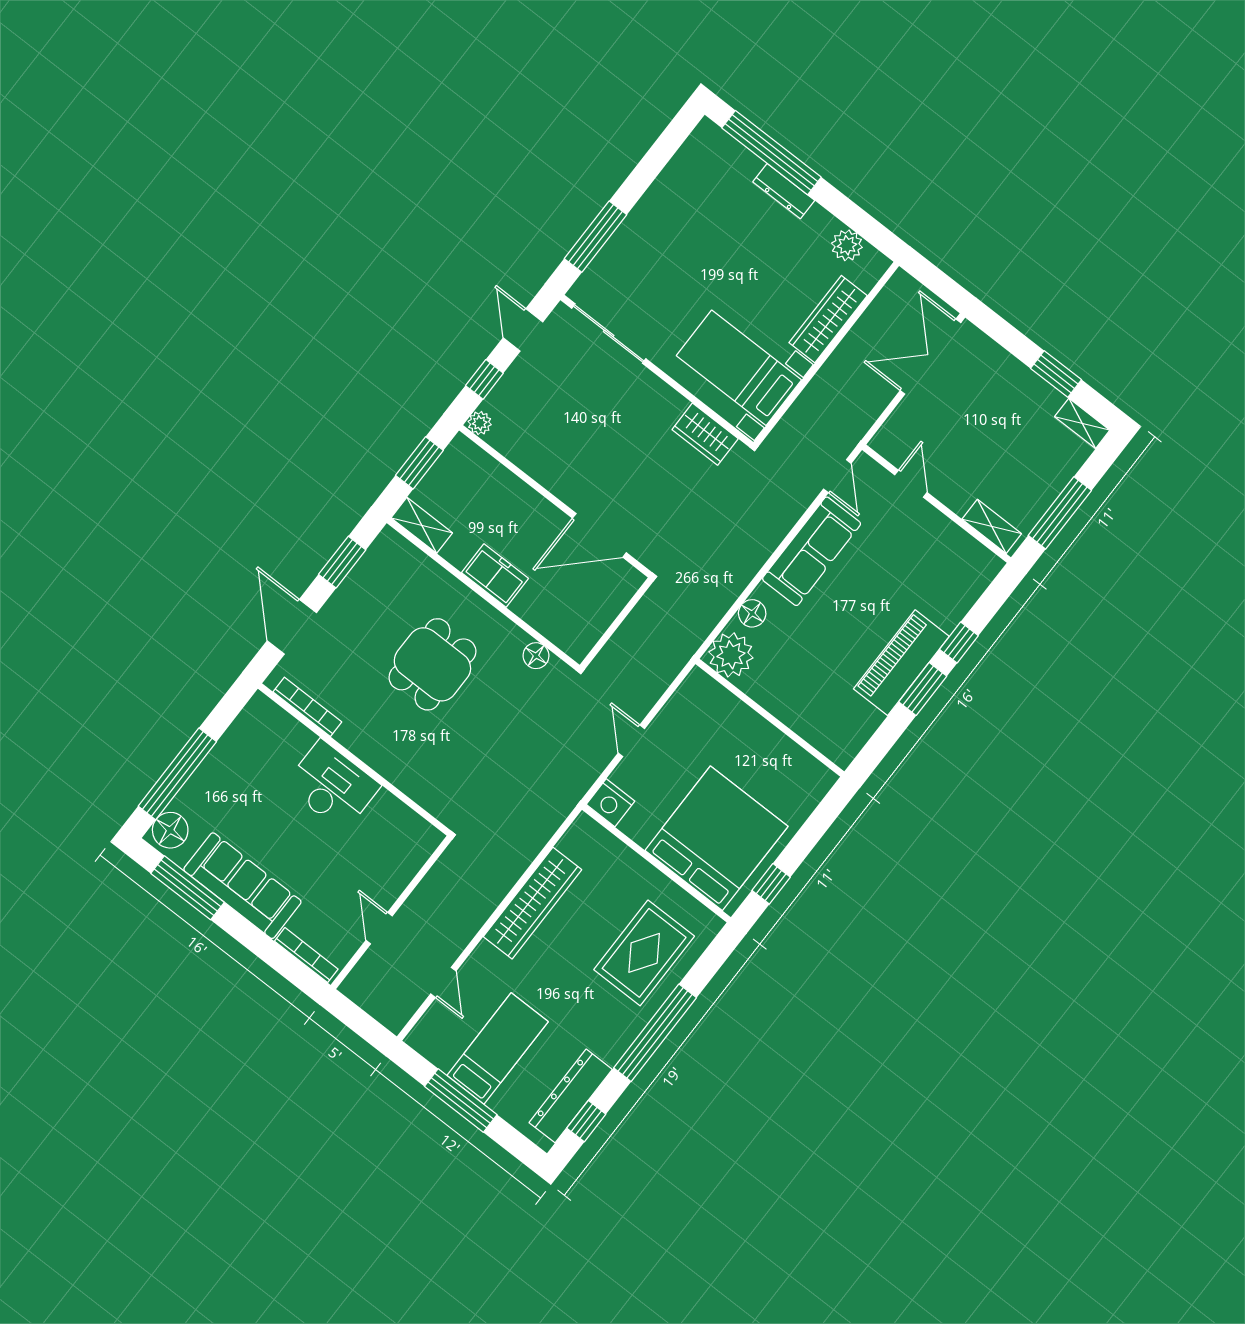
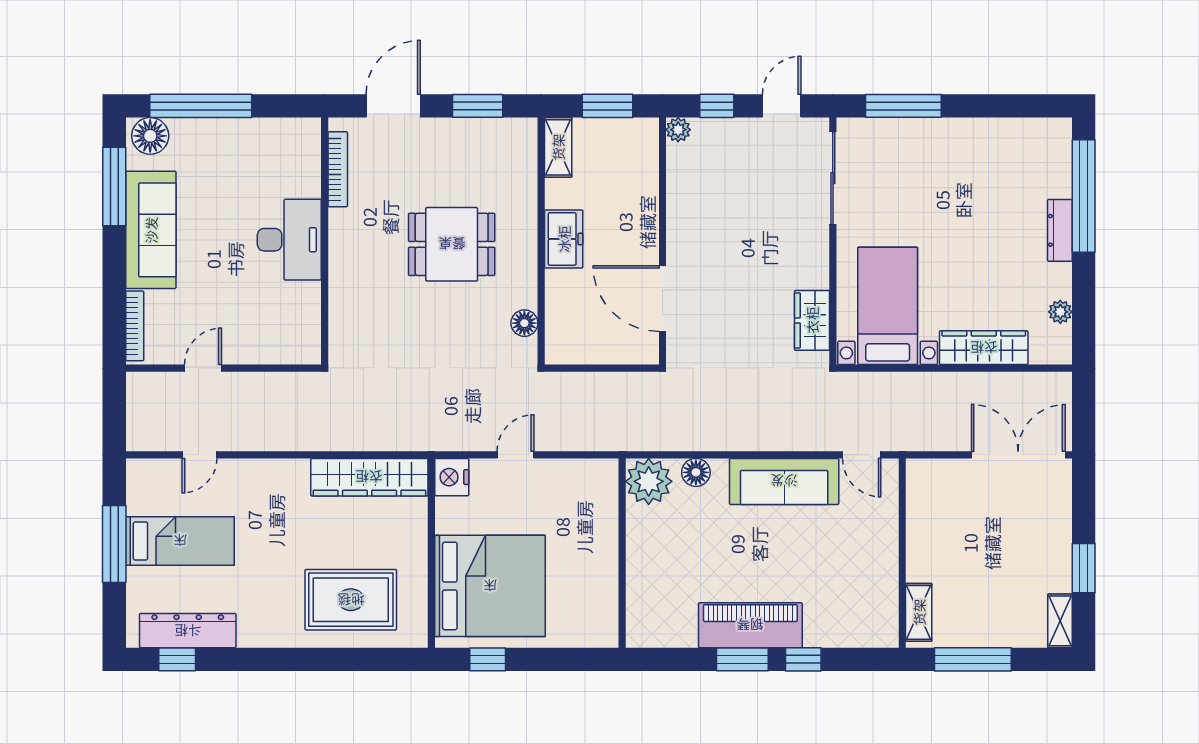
plant: (847, 245) -> (1060, 312), width x0.73, depth x0.73
door: (837, 476) -> (862, 455), hinge flipped
door: (911, 484) -> (902, 519), removed
wardrobe: (533, 903) -> (369, 477), moved
window: (655, 1033) -> (293, 659), removed

